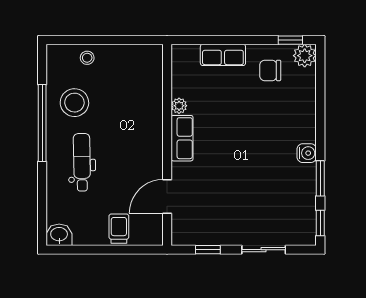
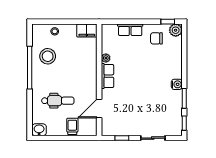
filing cabinet: (145, 56) -> (87, 30), added
dental chair: (82, 162) -> (58, 101), moved, turned 91

